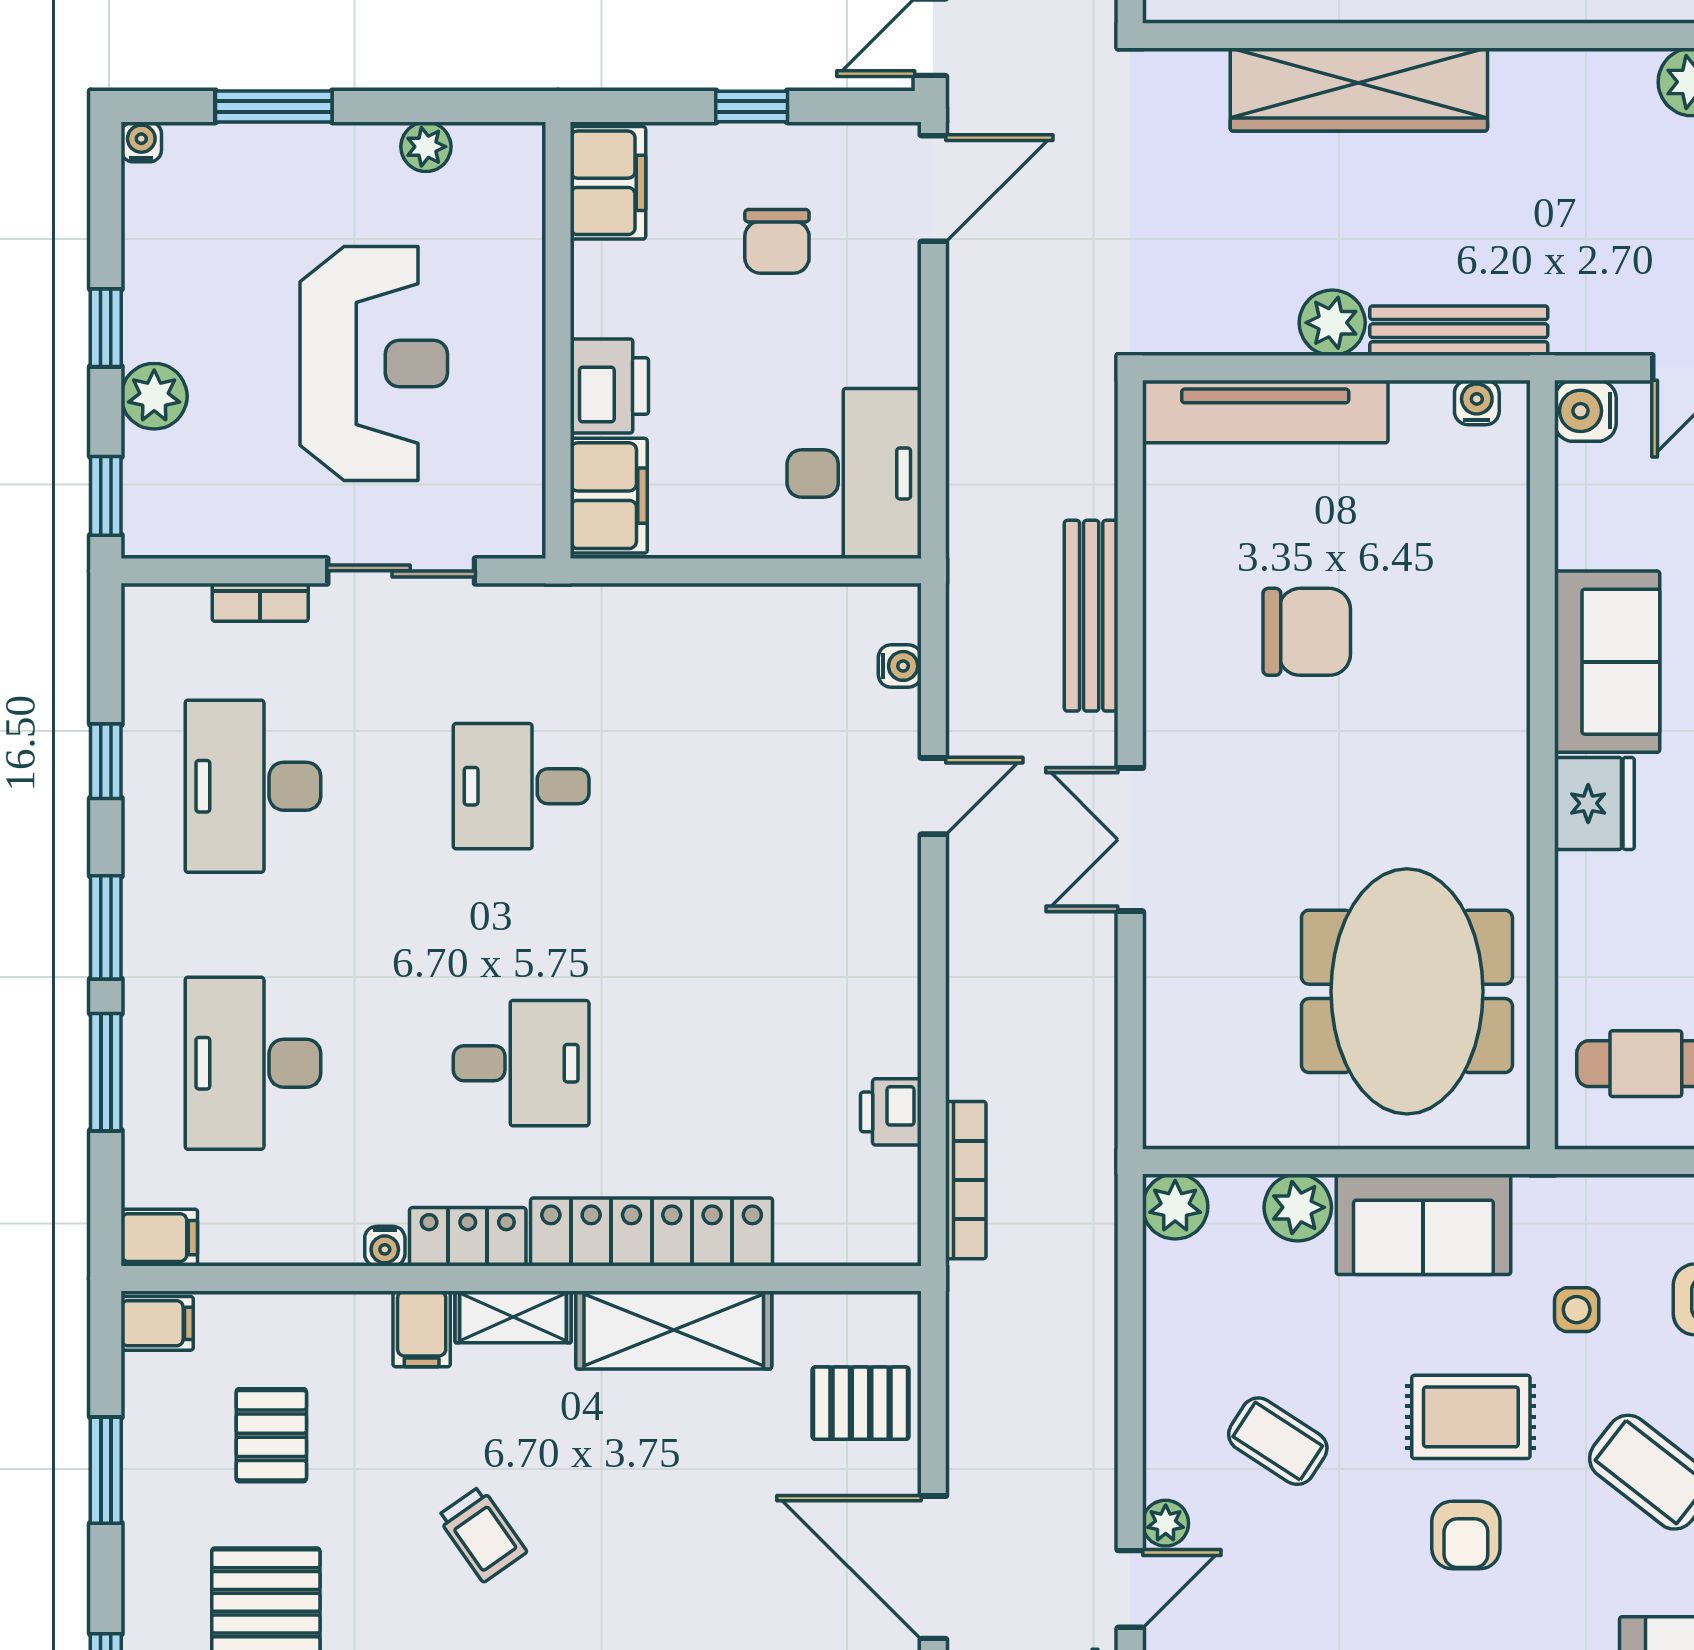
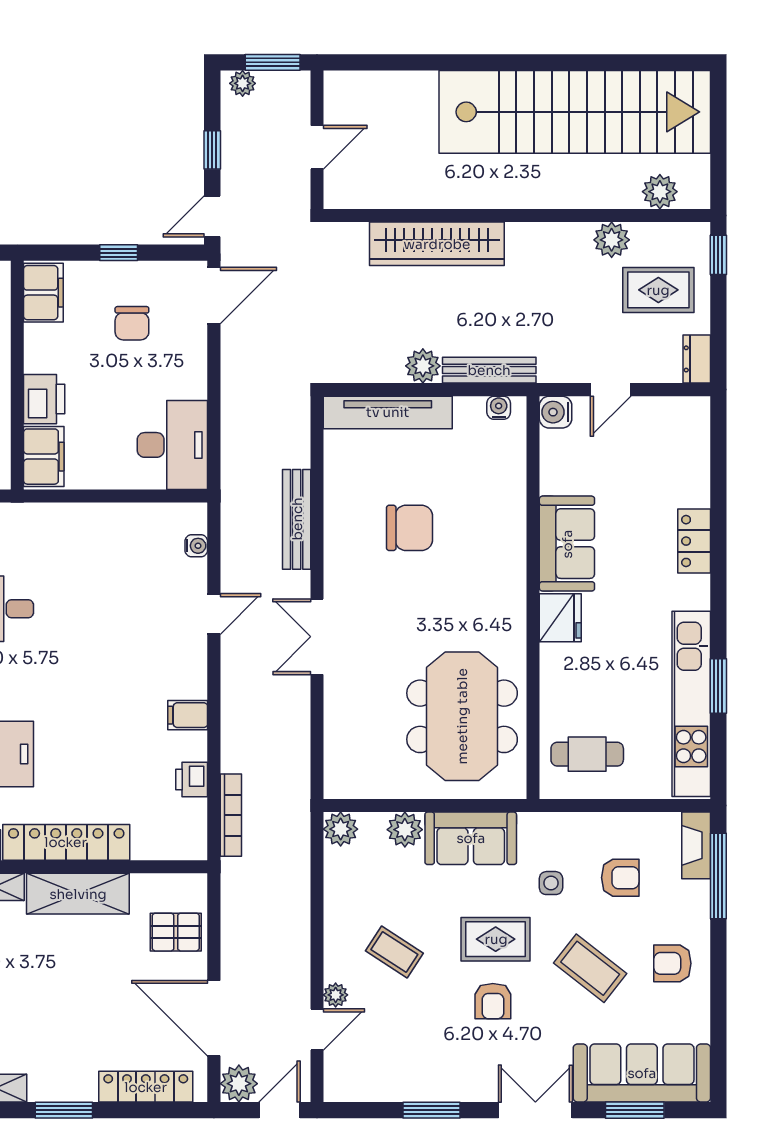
filing cabinet: (883, 989) -> (188, 715), added

